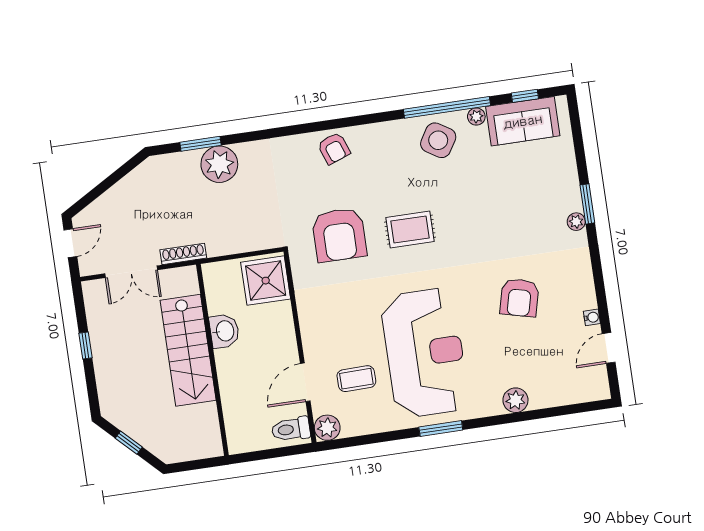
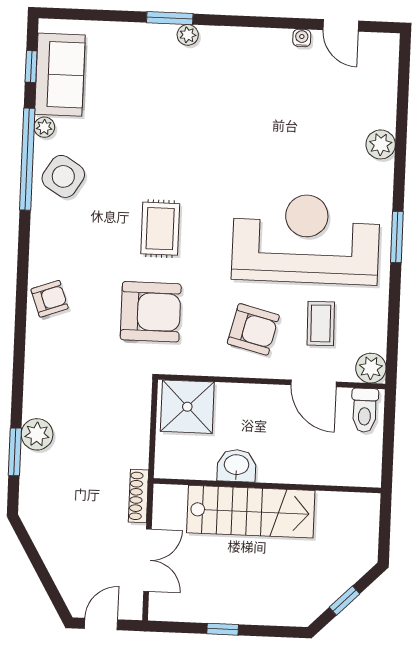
plant: (219, 164) -> (37, 434), width x0.73, depth x0.73
door: (70, 243) -> (101, 624), hinge flipped
armchair: (519, 298) -> (253, 329), moved

